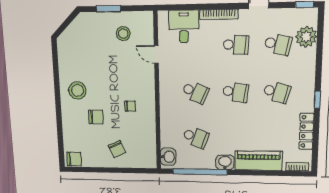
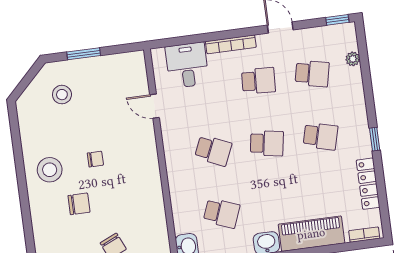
stool: (123, 33) -> (62, 95), moved
plant: (306, 37) -> (353, 59), width x0.53, depth x0.53
chair: (130, 106) -> (95, 159), moved

